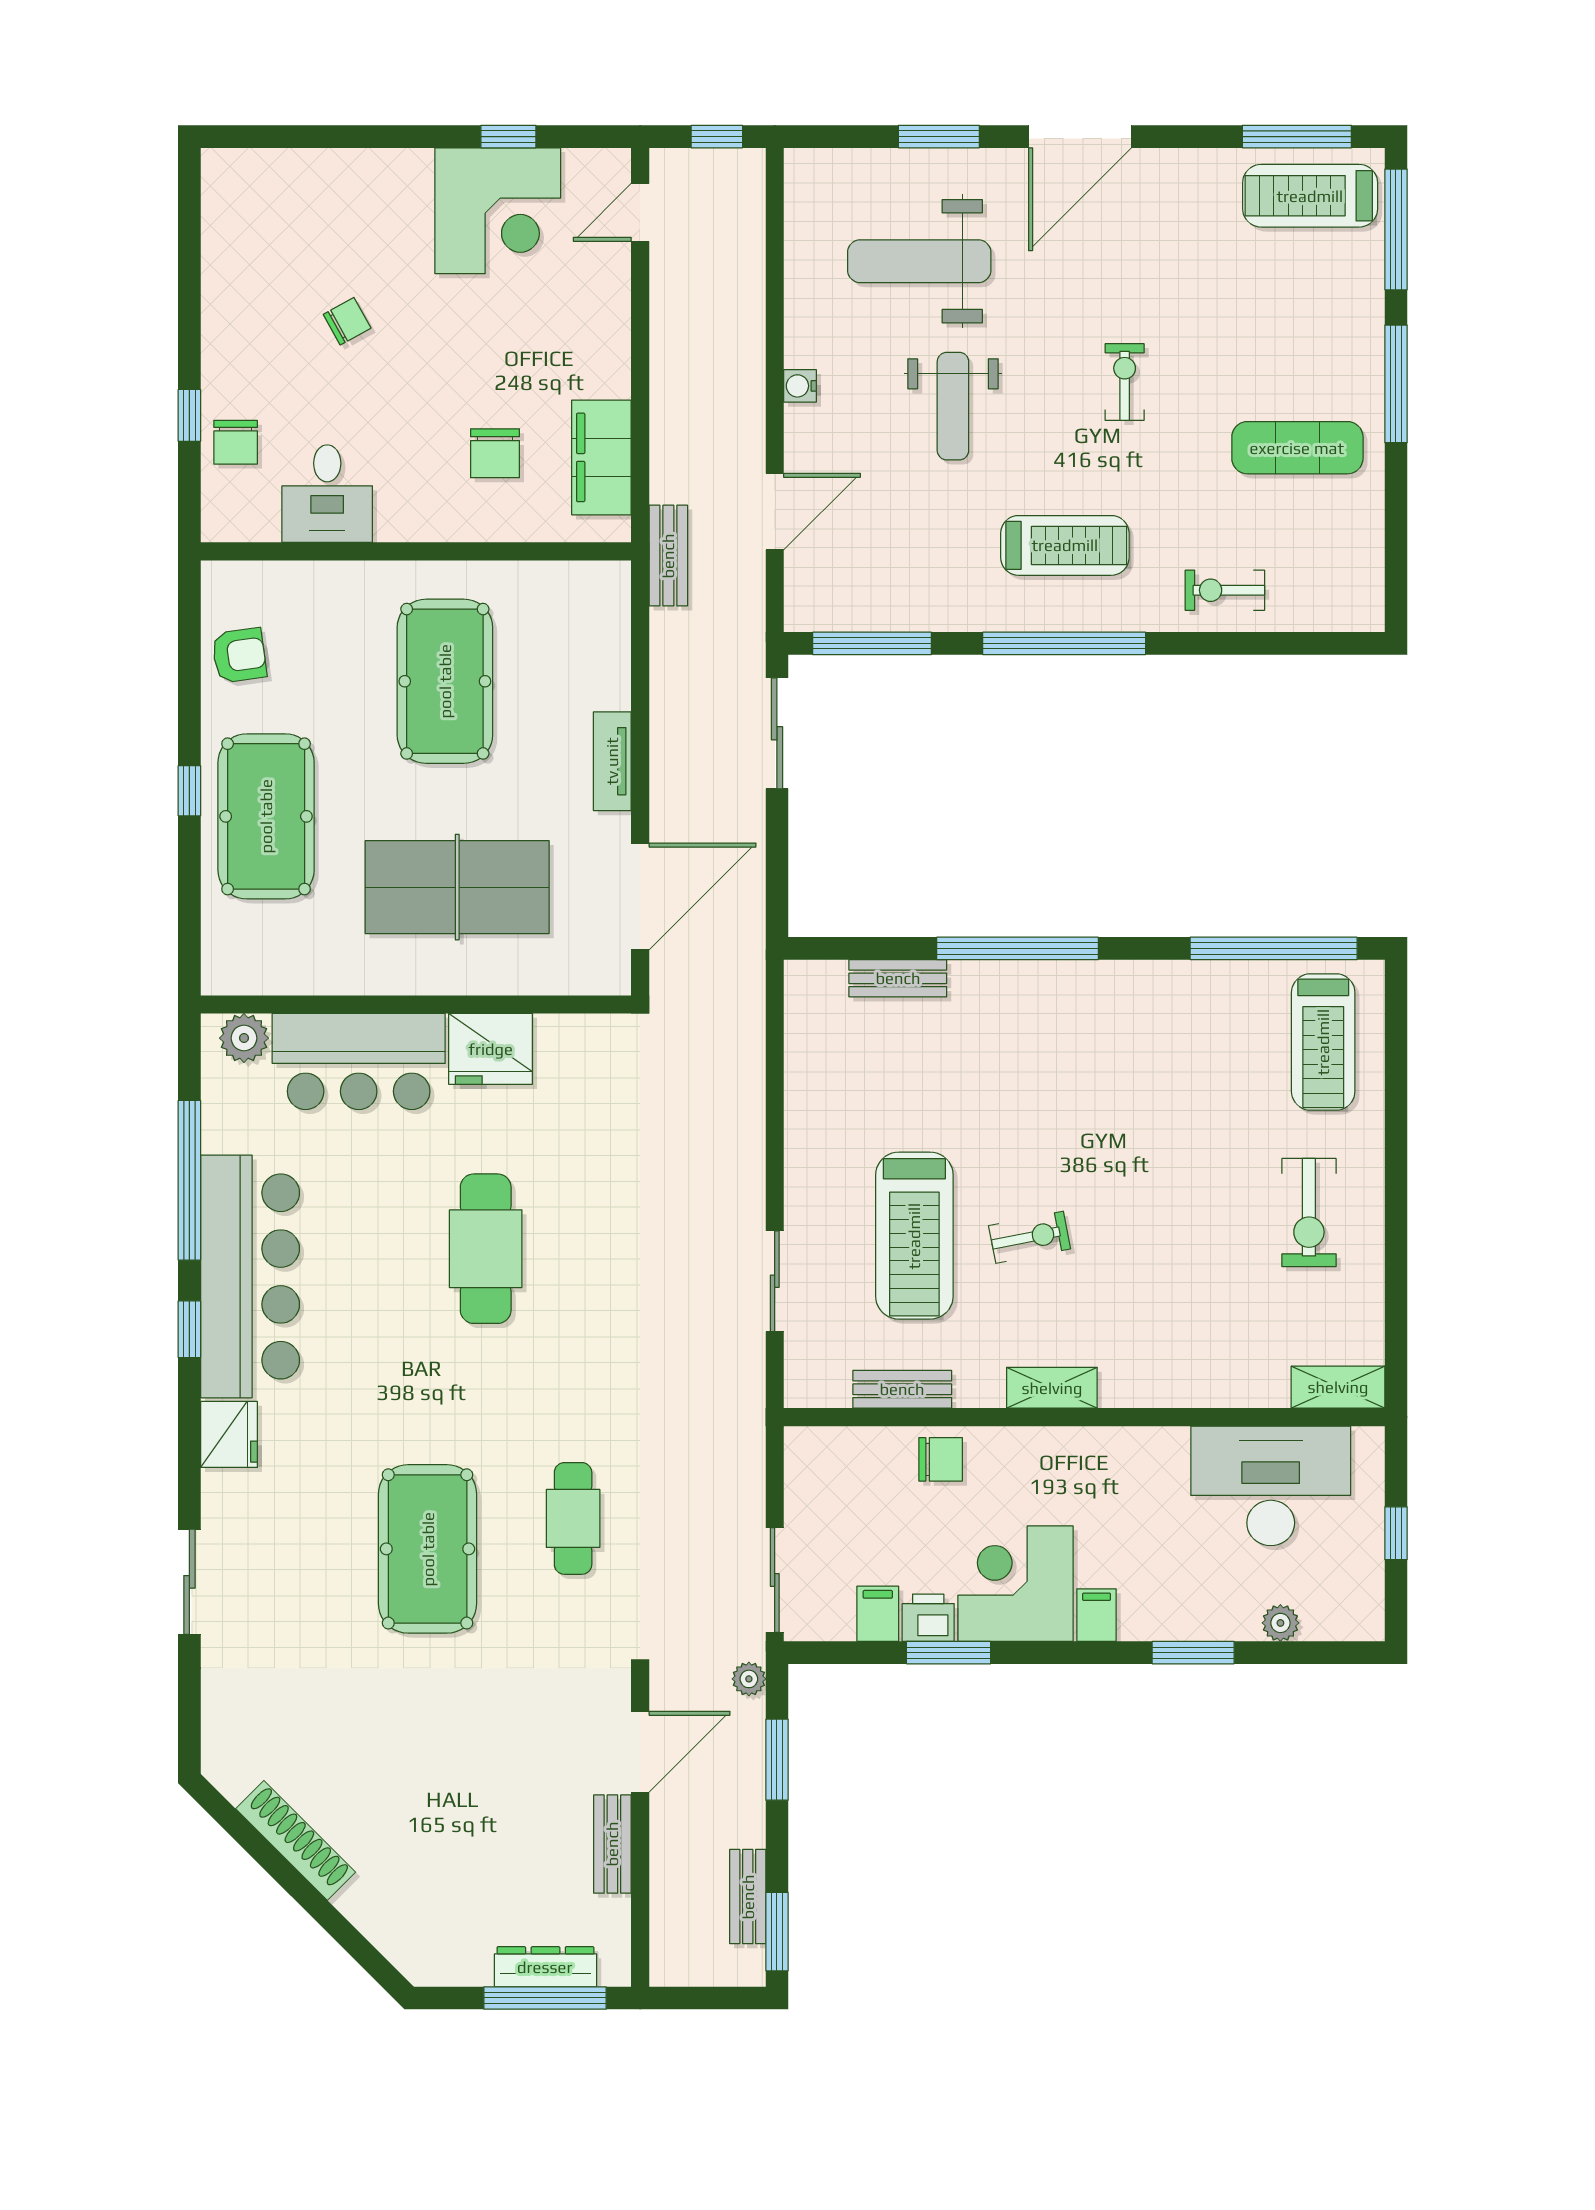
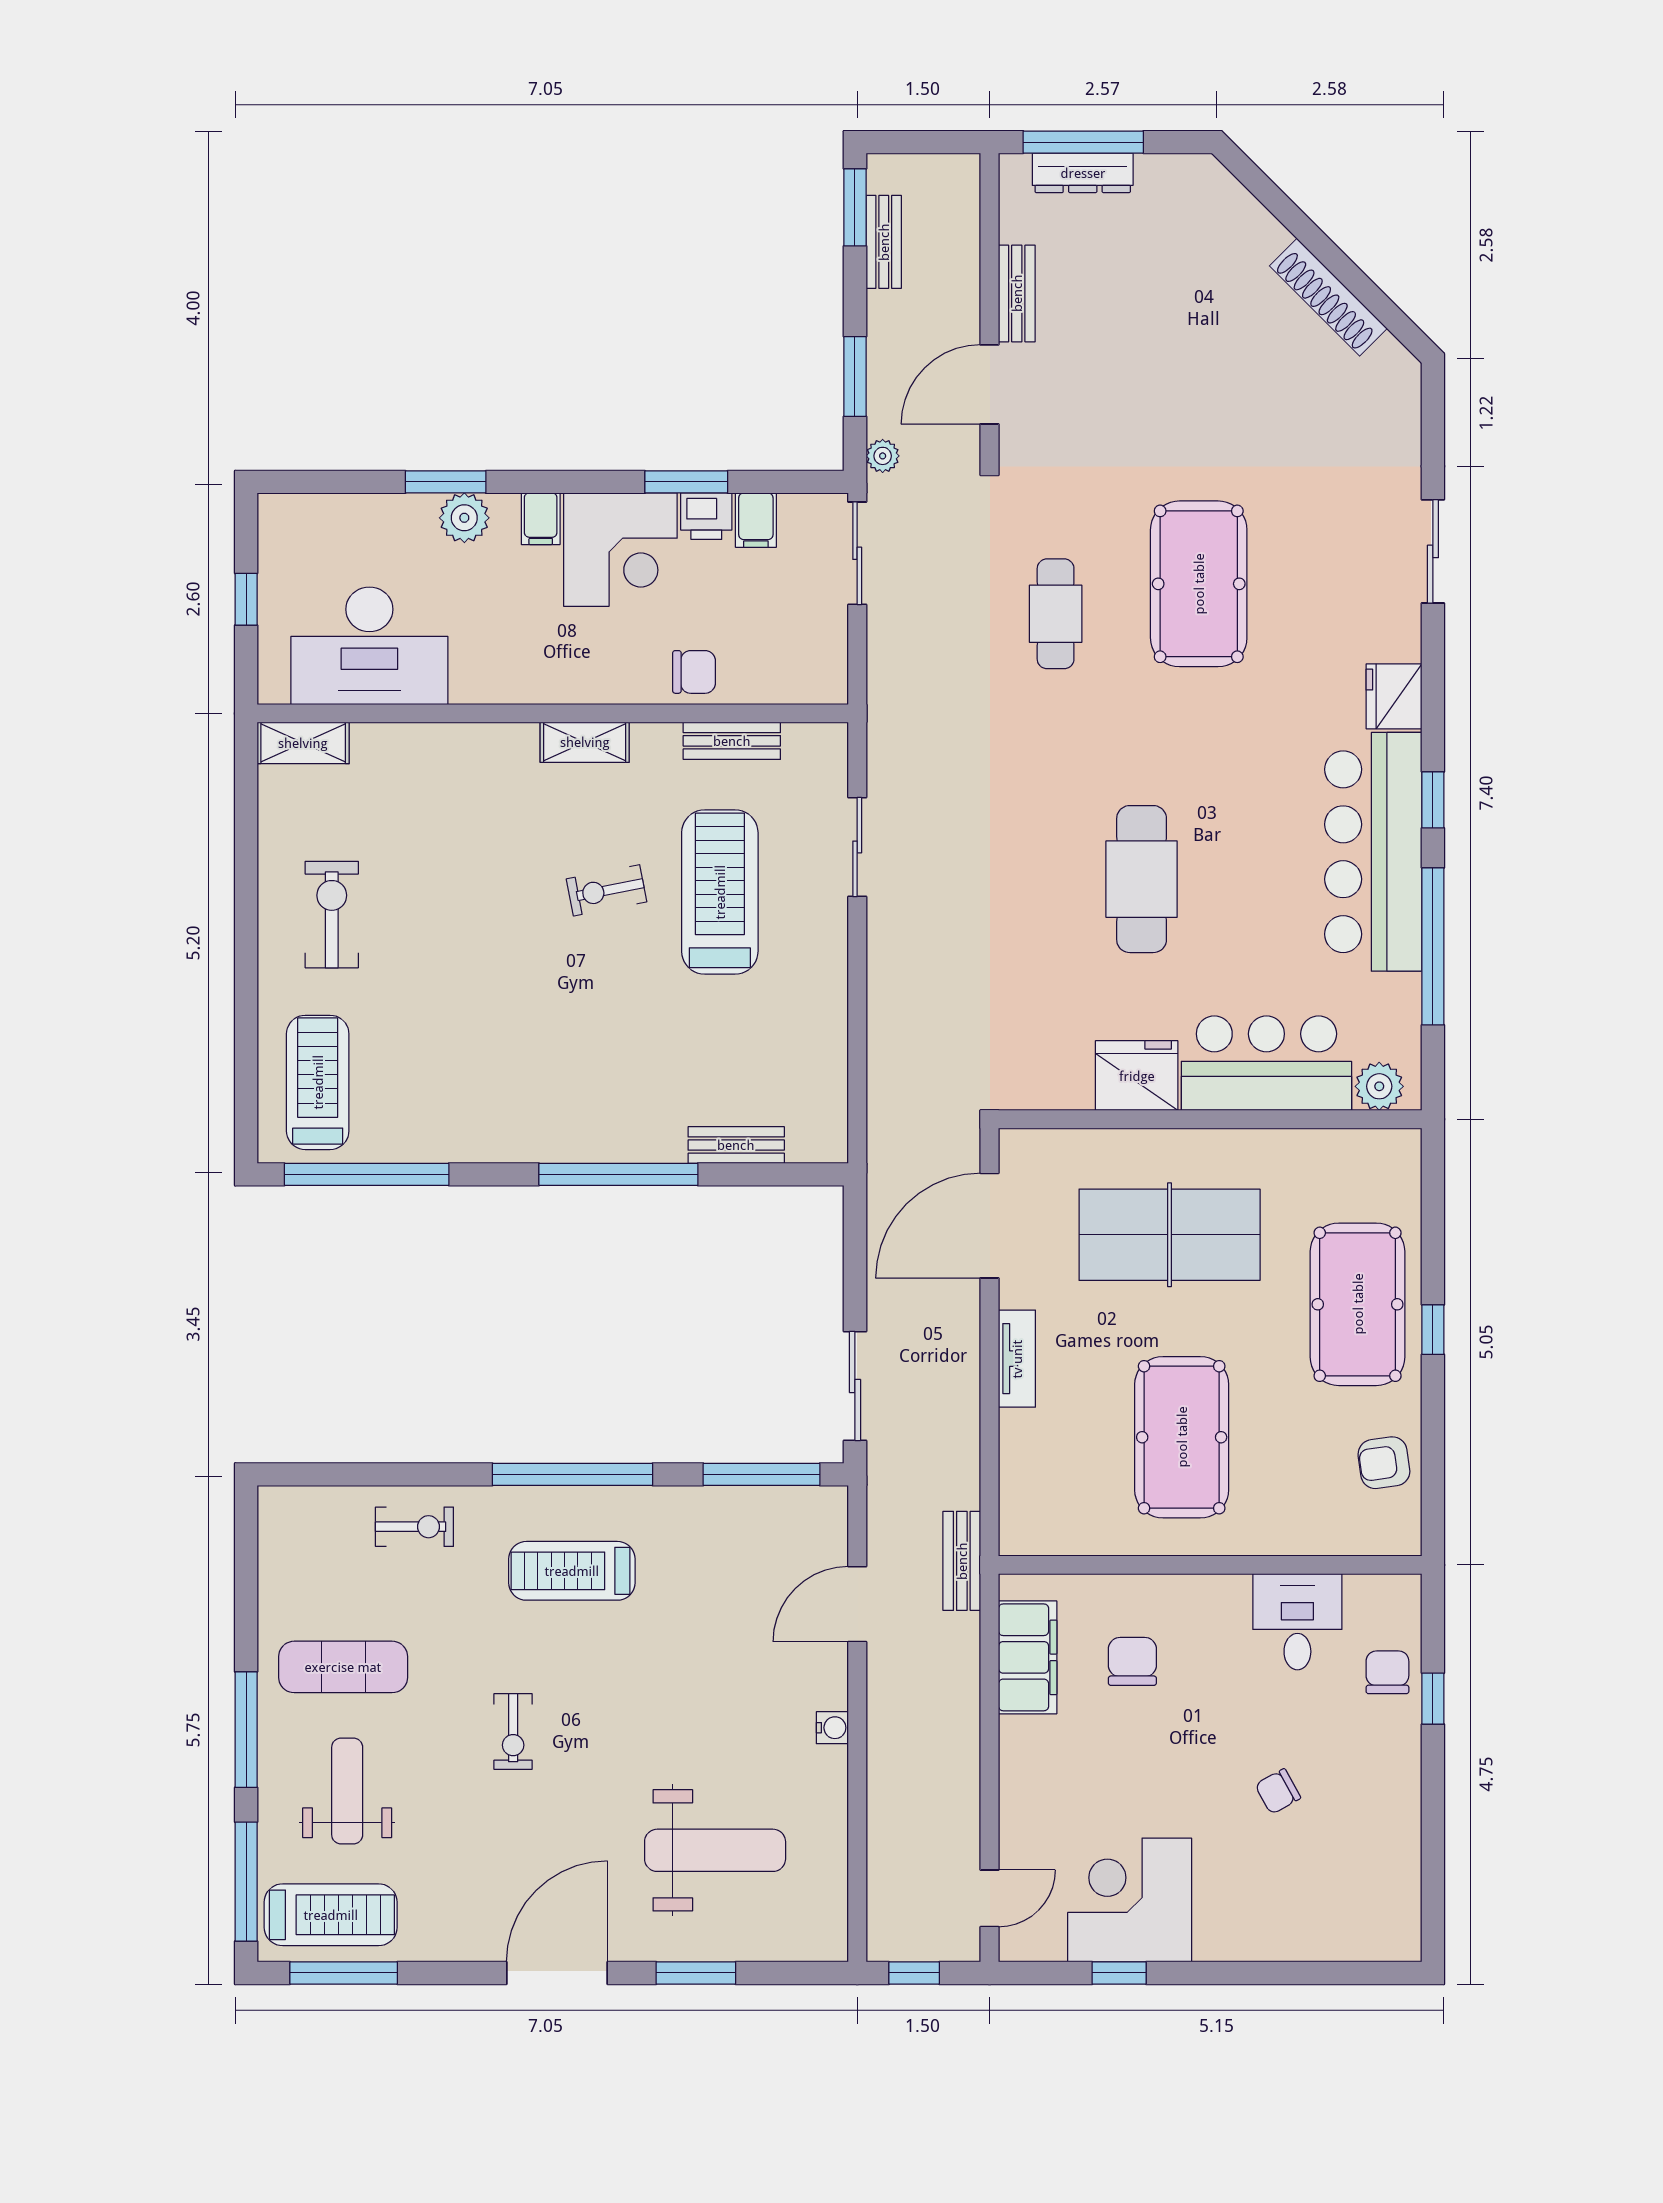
weight bench: (953, 406) -> (347, 1791), moved
chair: (941, 1459) -> (694, 672), turned 180
plant: (1280, 1623) -> (464, 518), moved, width x1.38, depth x1.38

